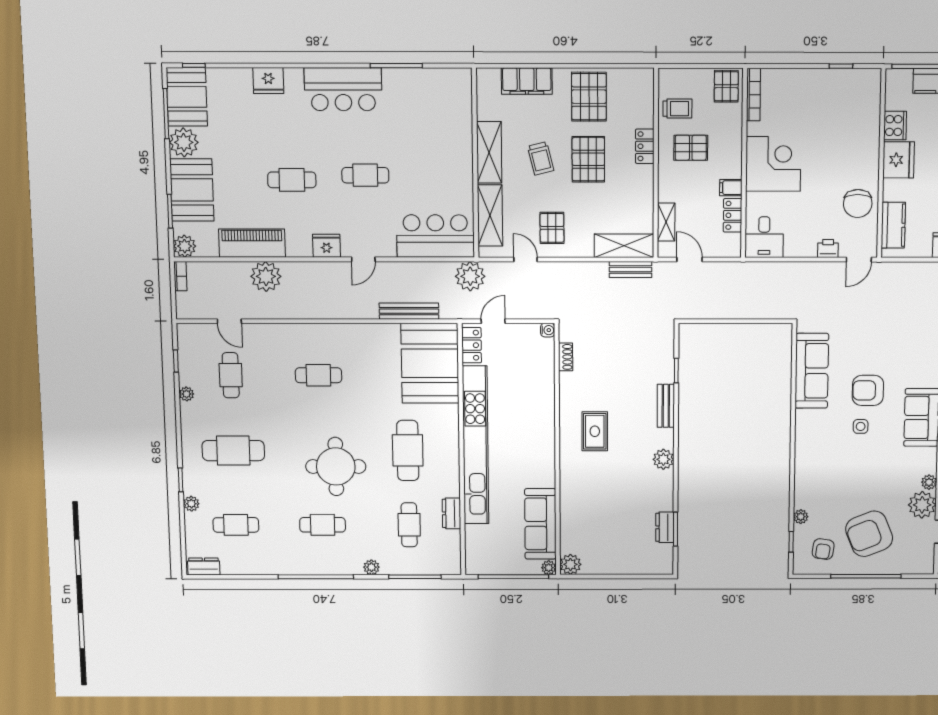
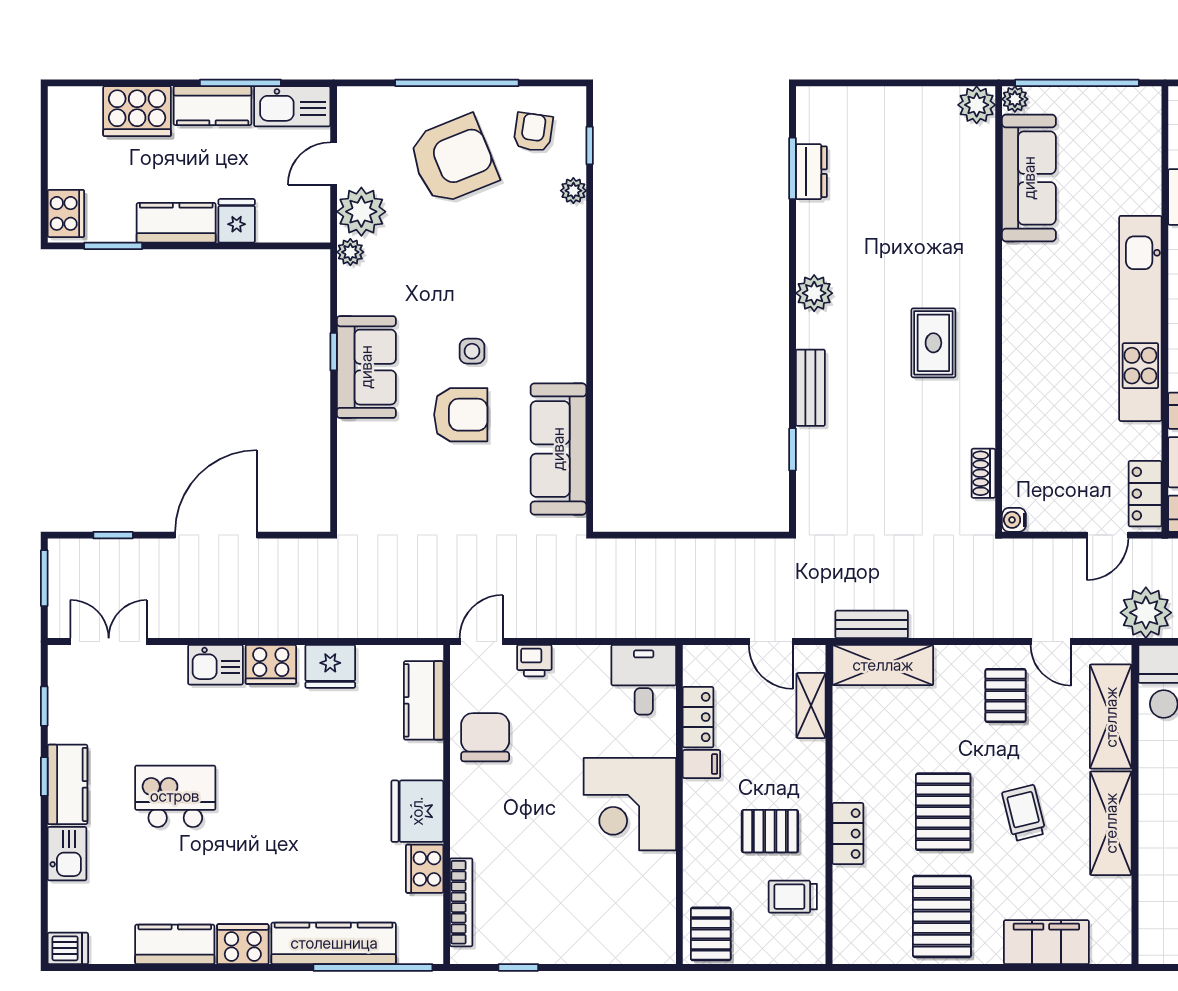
bookcase: (753, 95) -> (461, 902), moved, turned 180
kitchen unit: (476, 445) -> (1140, 318), width x0.73

